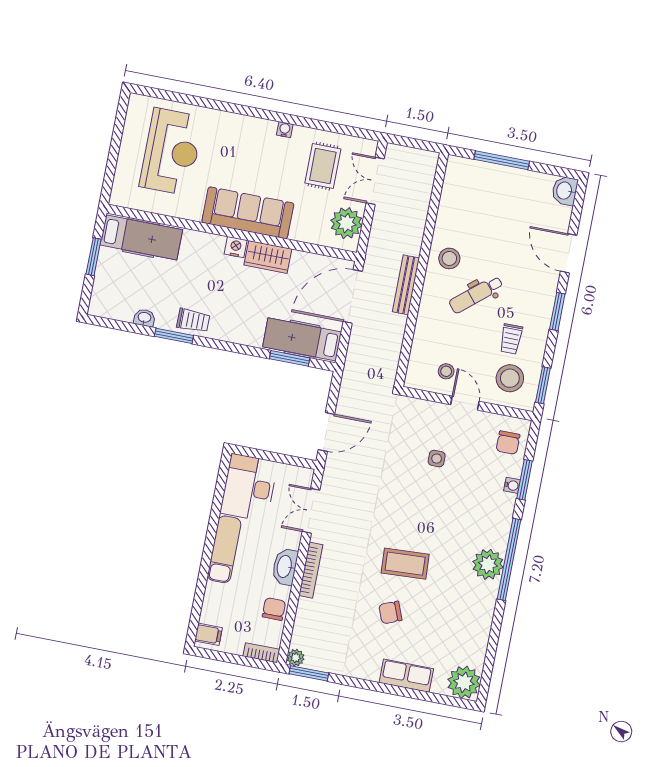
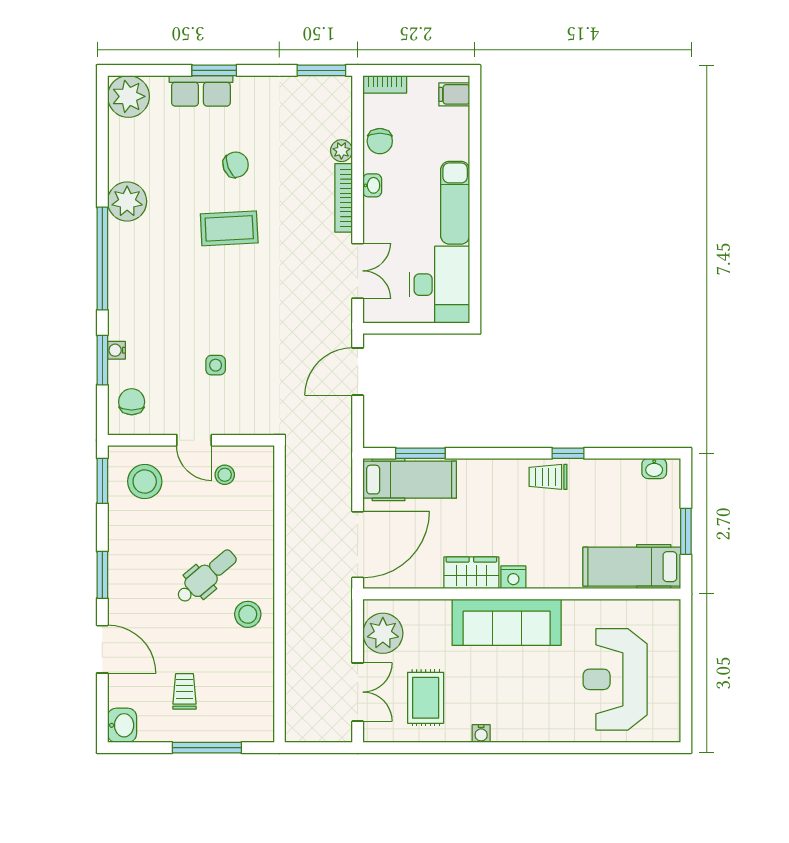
bench: (406, 285) -> (295, 571), removed
washbasin: (144, 318) -> (654, 468), moved
window: (174, 336) -> (568, 453), width x0.67
trolley: (511, 339) -> (184, 691), moved
plant: (488, 564) -> (127, 201), moved
washbasin: (285, 567) -> (372, 185), width x0.52, depth x0.69
plant: (296, 658) -> (341, 151), moved
window: (393, 690) -> (214, 70), added

